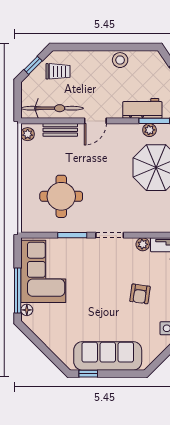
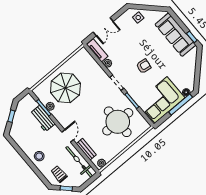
stool: (120, 60) -> (39, 156), moved
door: (95, 121) -> (68, 136), hinge flipped
round table: (61, 196) -> (118, 122), width x1.36, depth x1.36
armchair: (140, 294) -> (144, 66), moved

